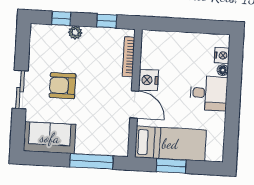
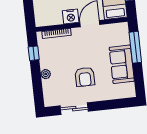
window: (61, 18) -> (37, 86), removed
sliding door: (20, 90) -> (74, 109), moved
sofa: (50, 138) -> (122, 64), moved

